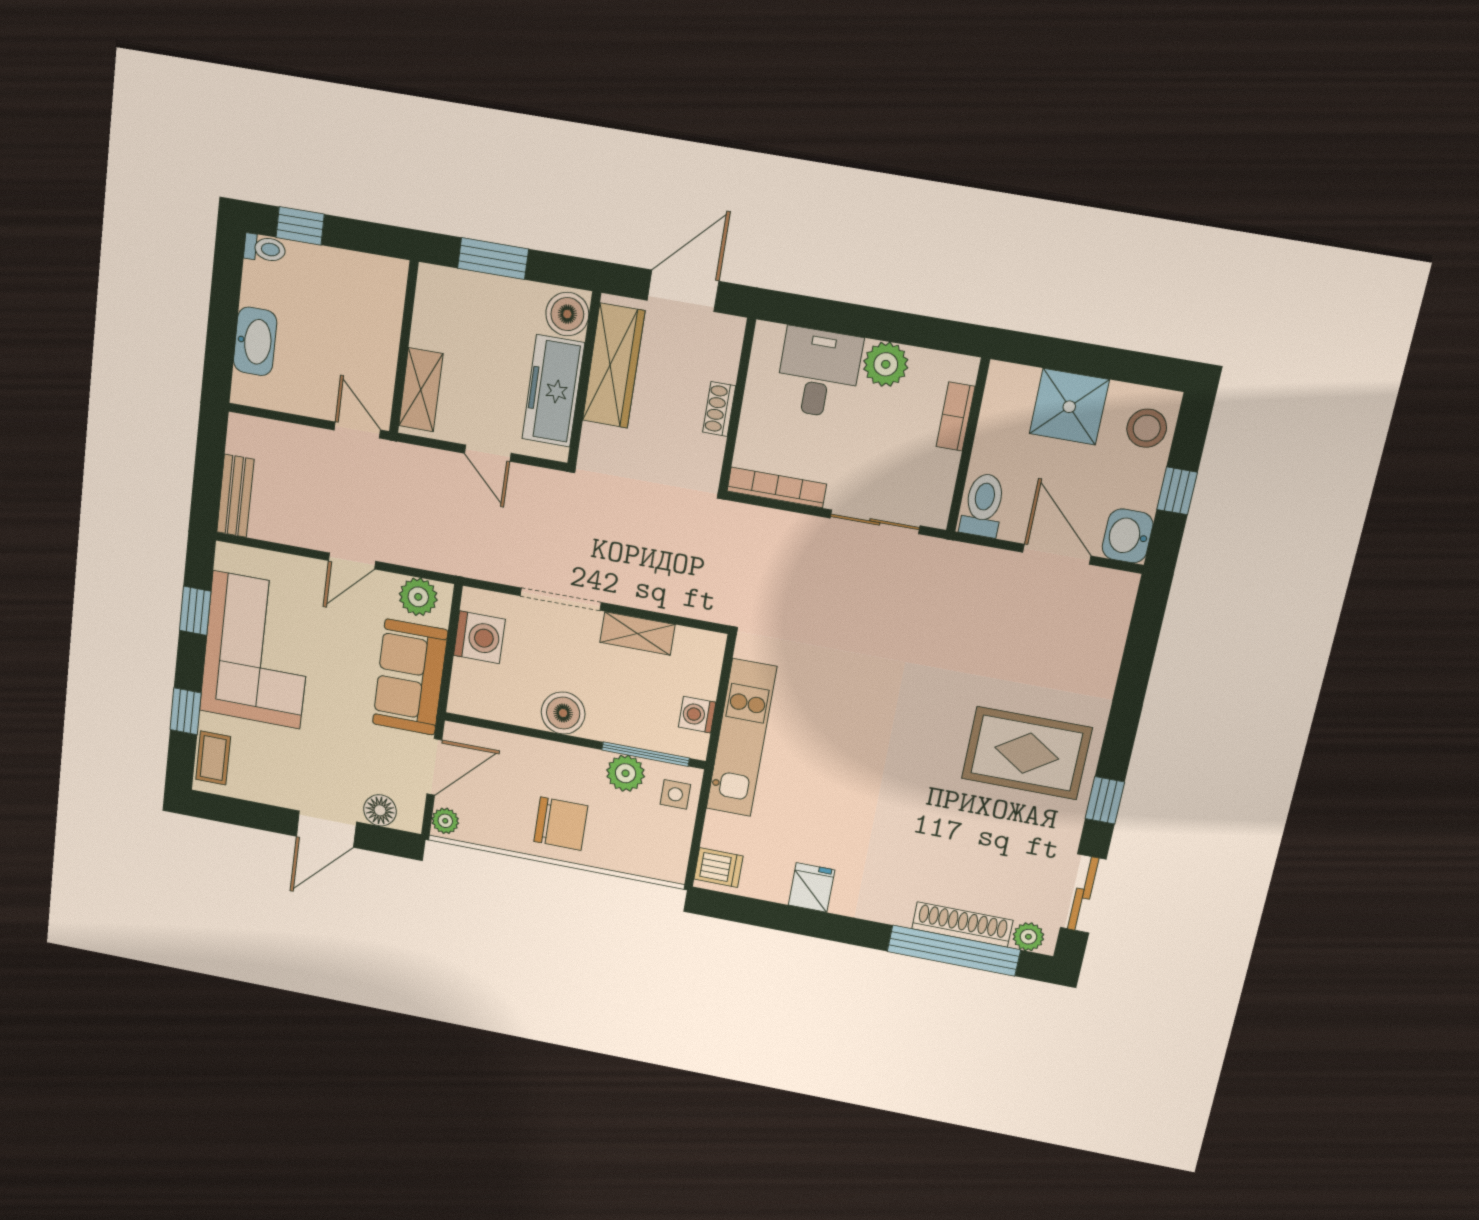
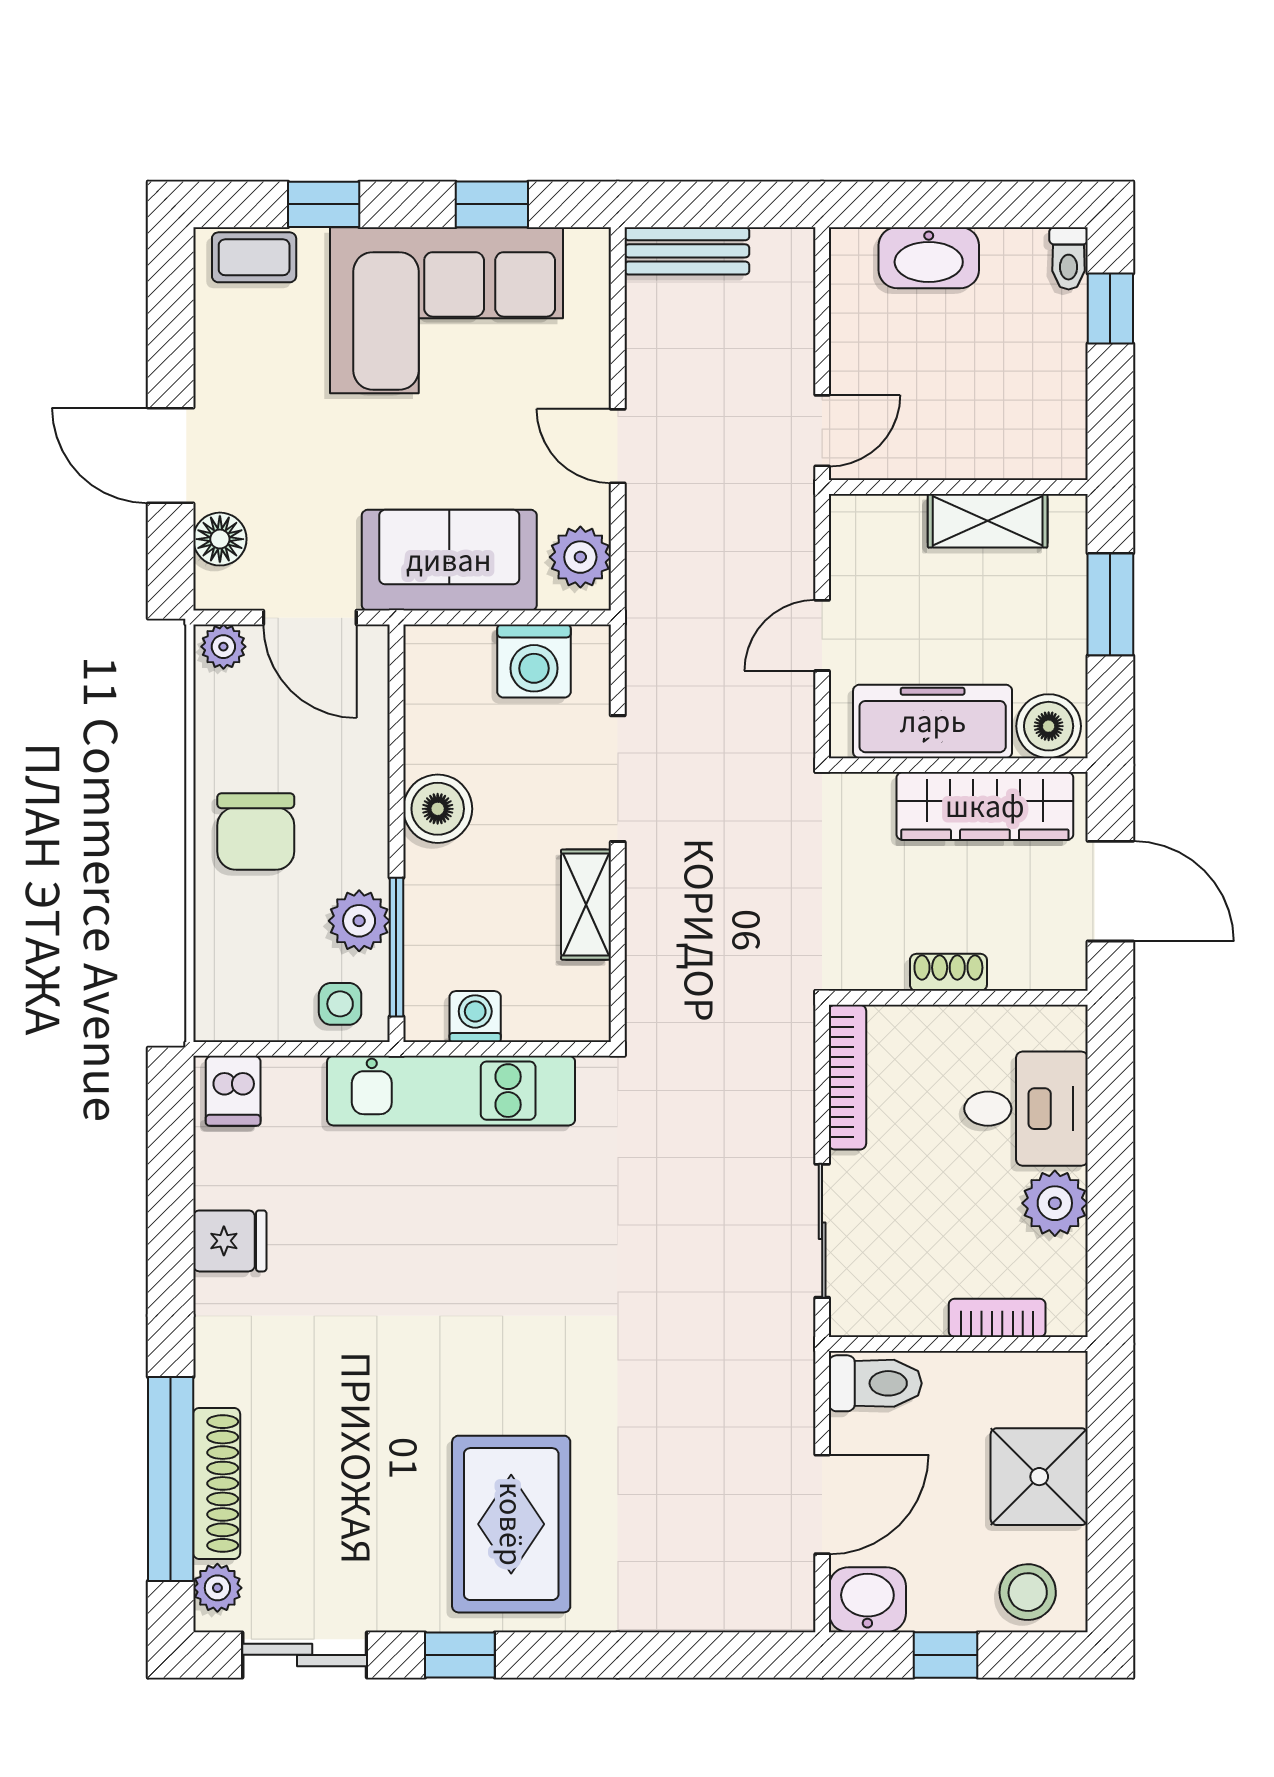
shelving: (421, 390) -> (988, 521), moved

